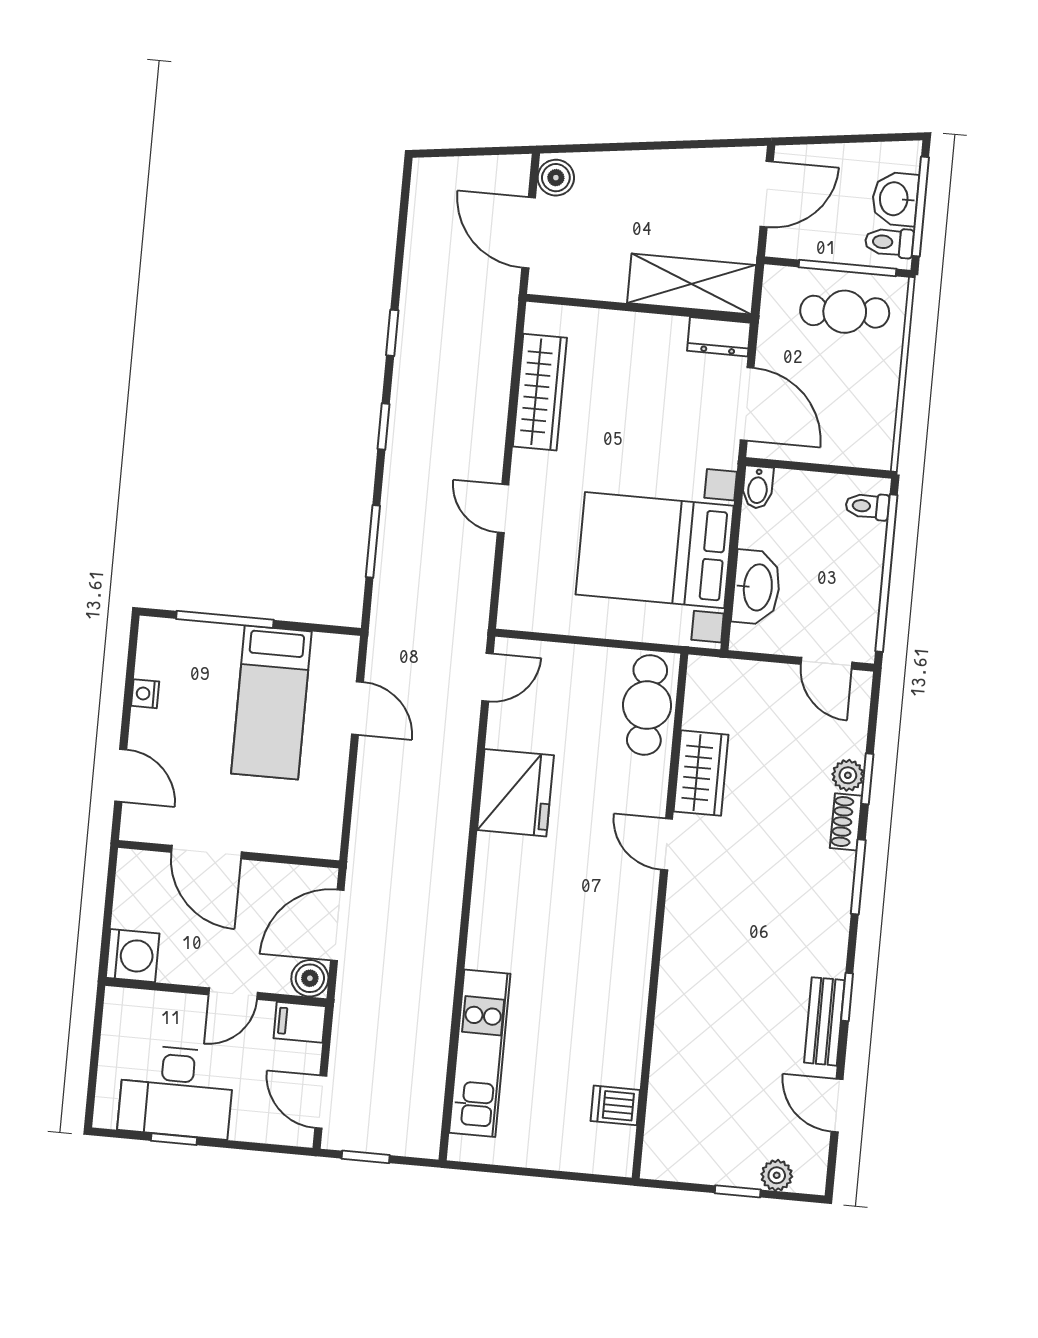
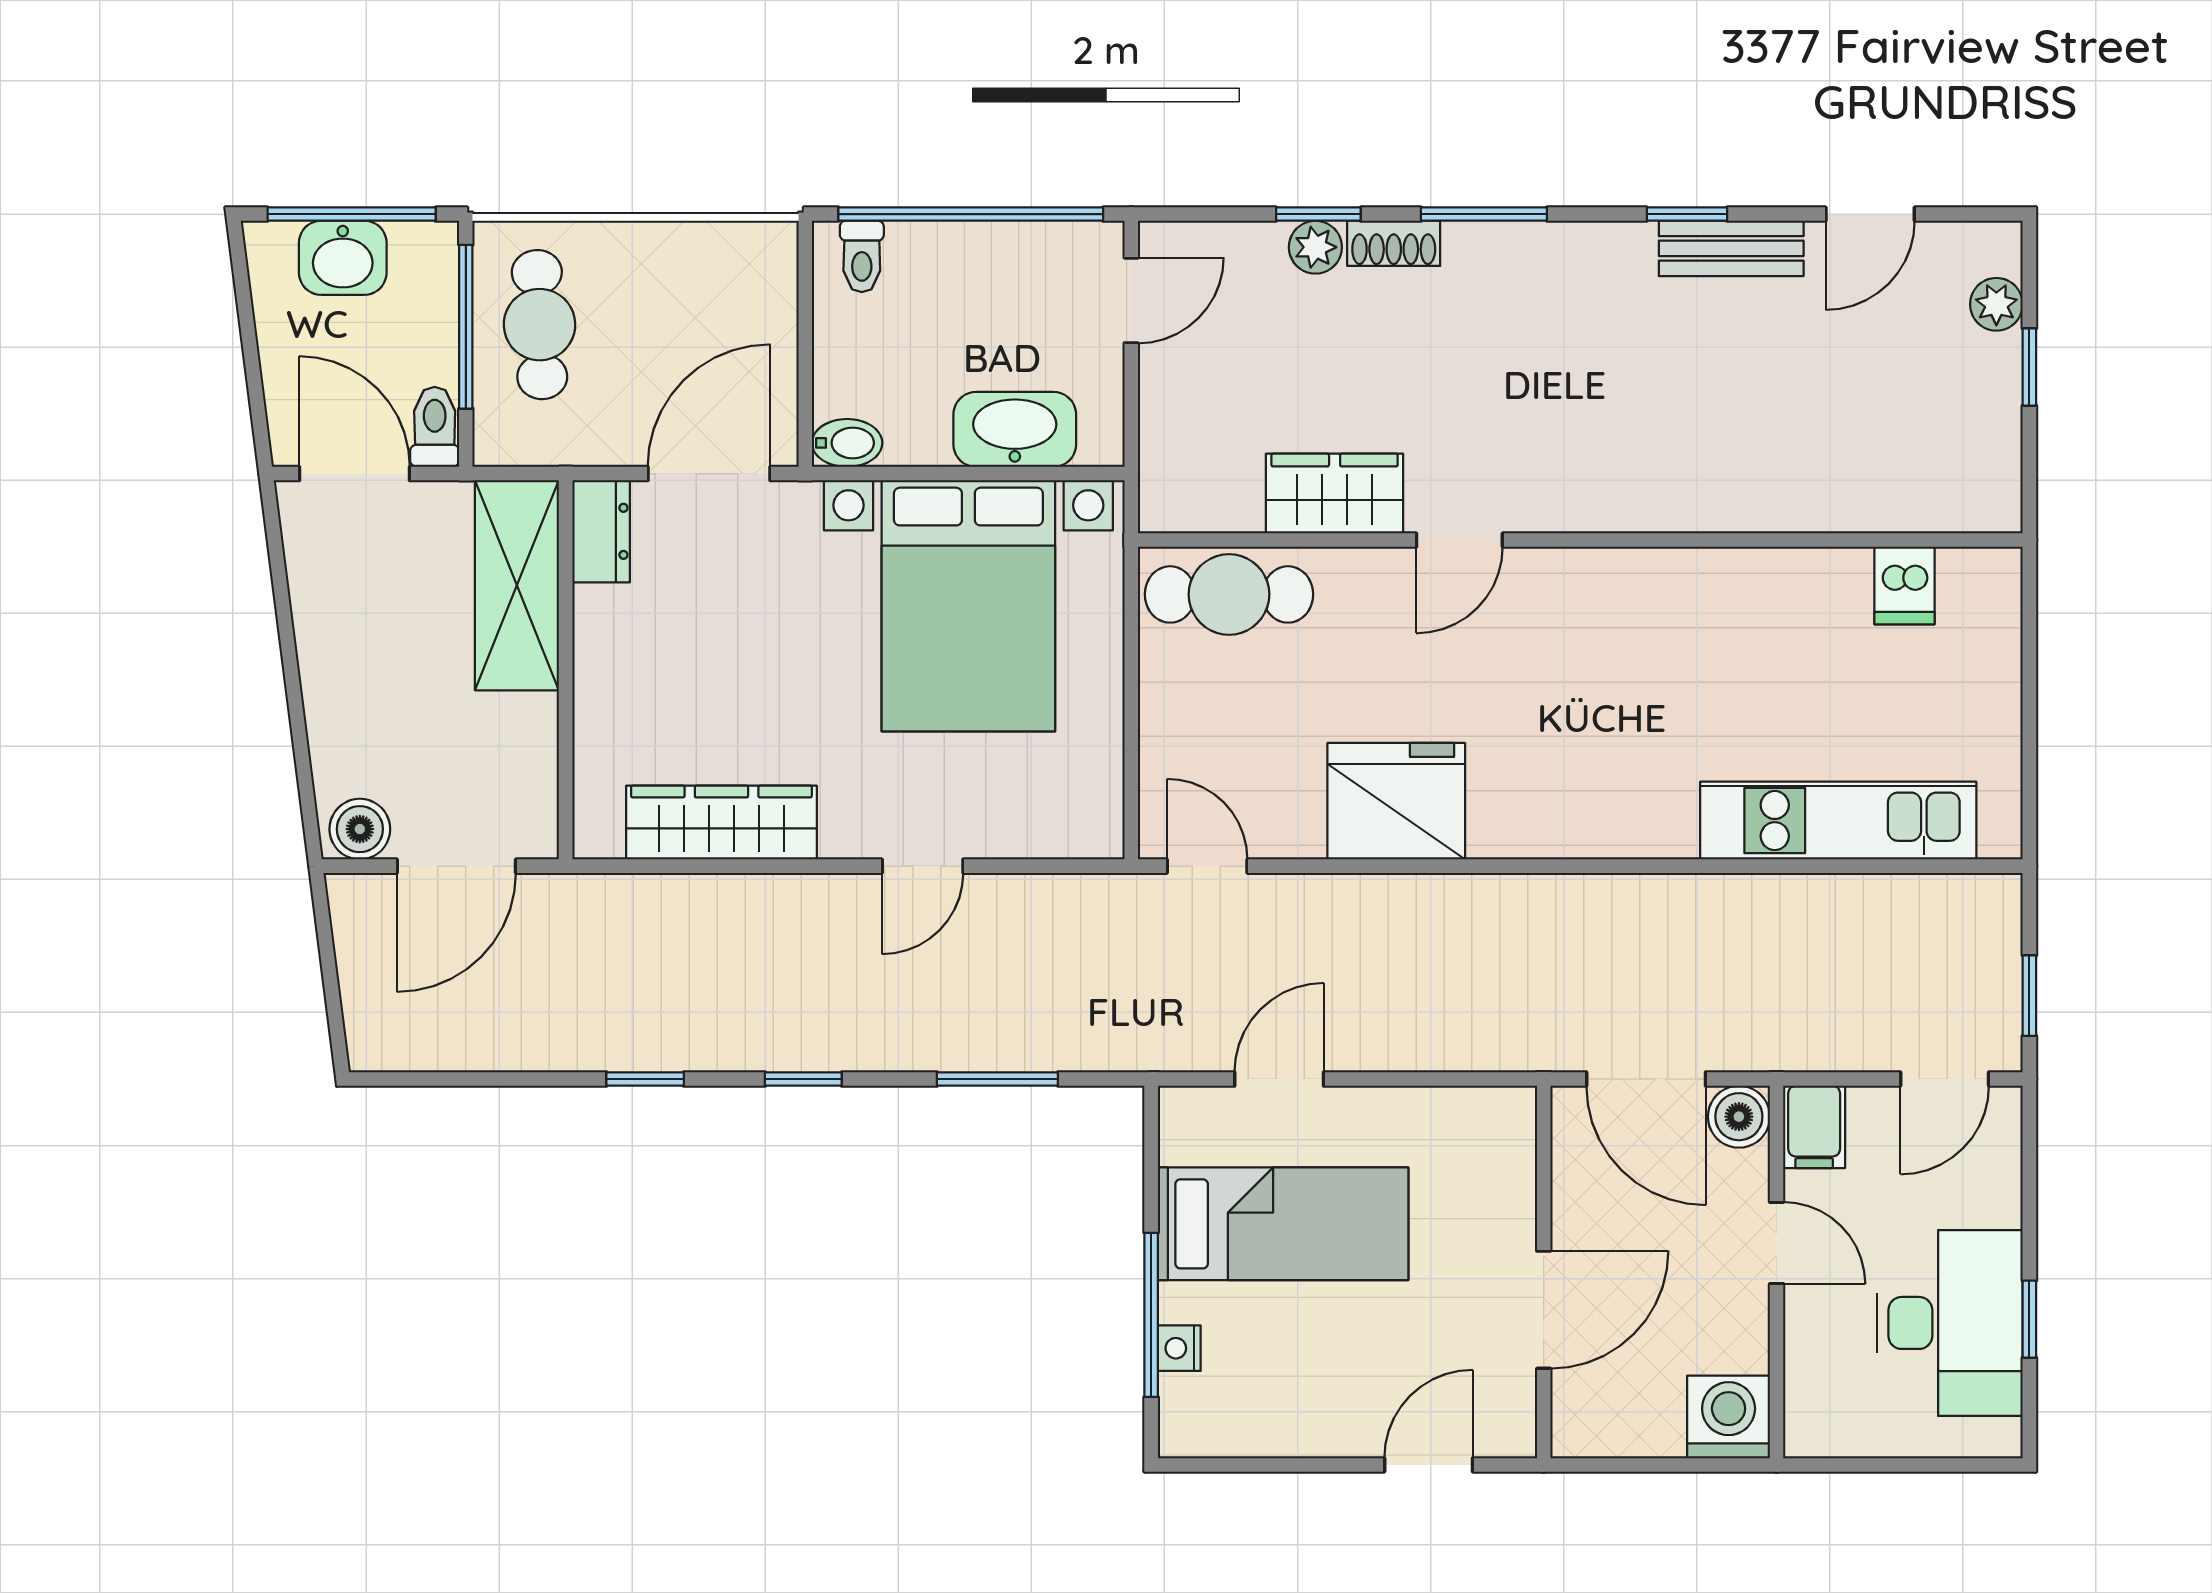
toilet: (889, 242) -> (435, 427), moved, turned 180
nightstand: (145, 694) -> (1179, 1348), moved, turned 90

